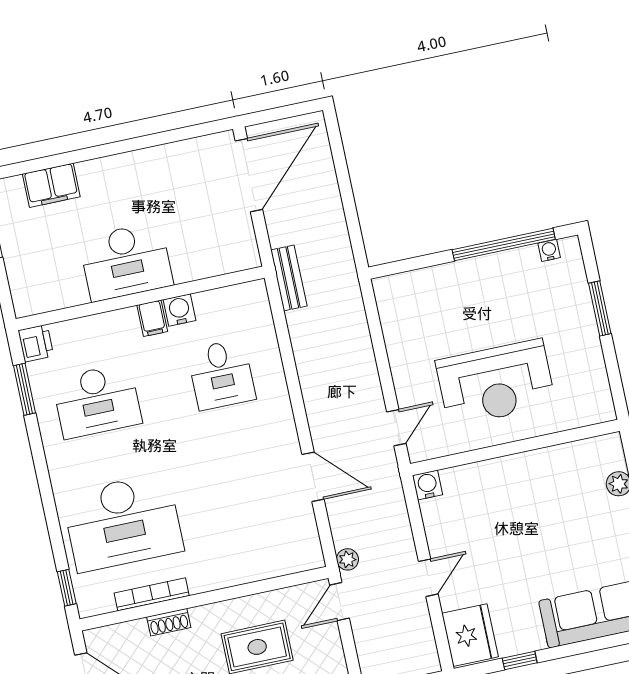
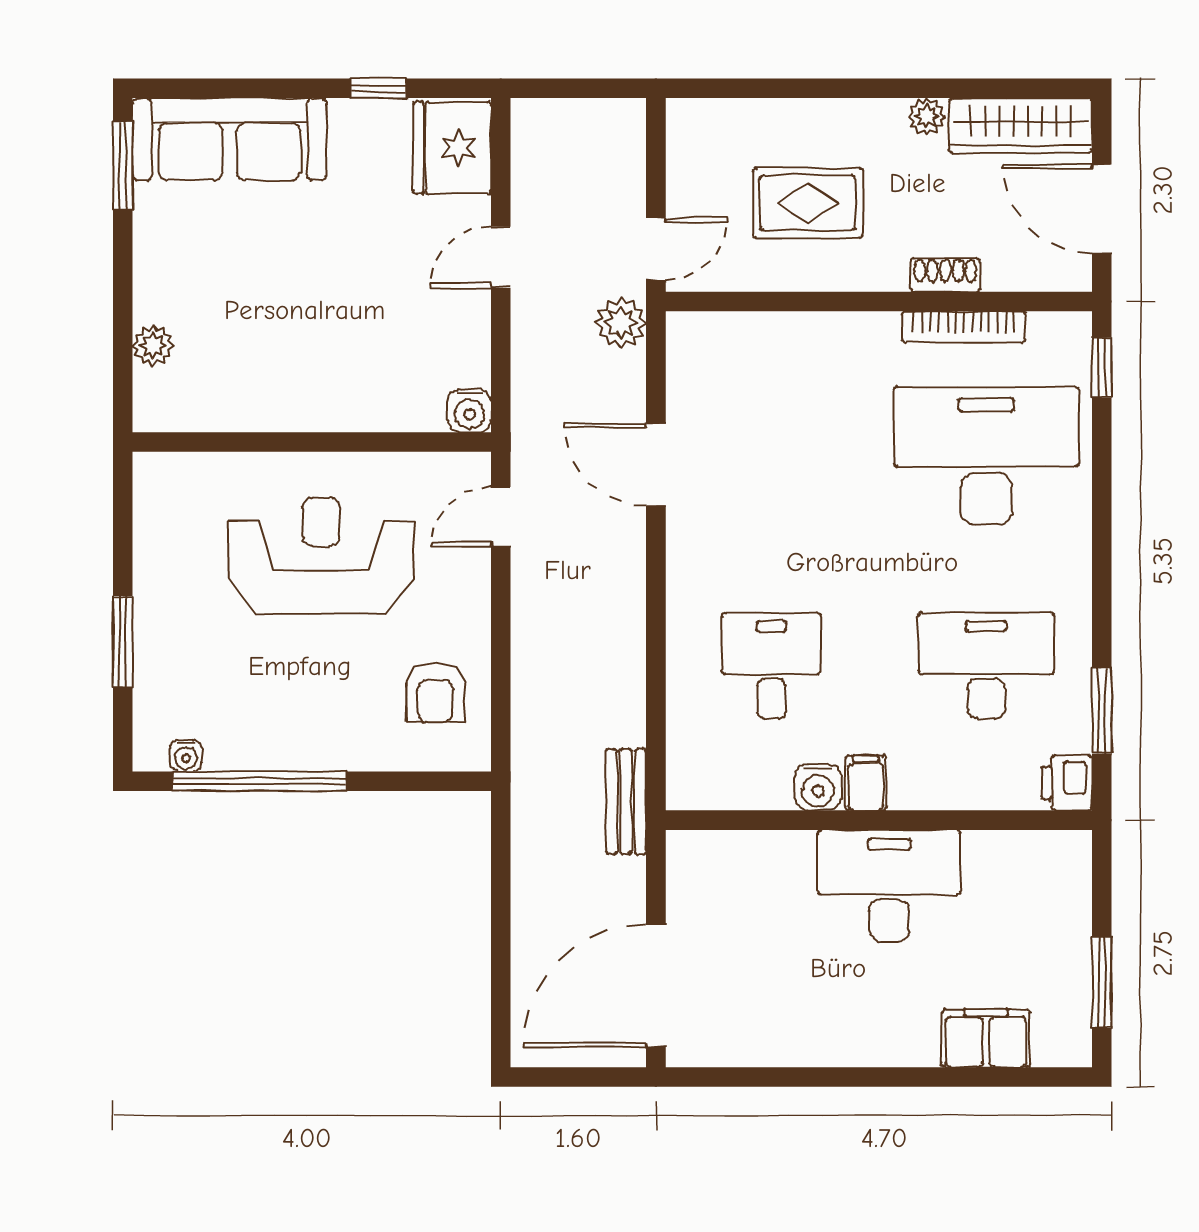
armchair: (413, 317) -> (435, 693), added
plant: (347, 559) -> (621, 323), width x1.38, depth x1.38

